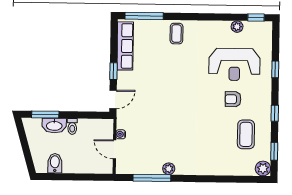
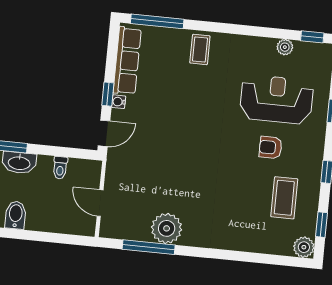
reception desk: (234, 64) -> (277, 99), turned 180
toilet: (72, 126) -> (60, 168), moved
water cooler: (121, 134) -> (119, 102), moved
plant: (169, 169) -> (167, 228), width x1.87, depth x1.87

